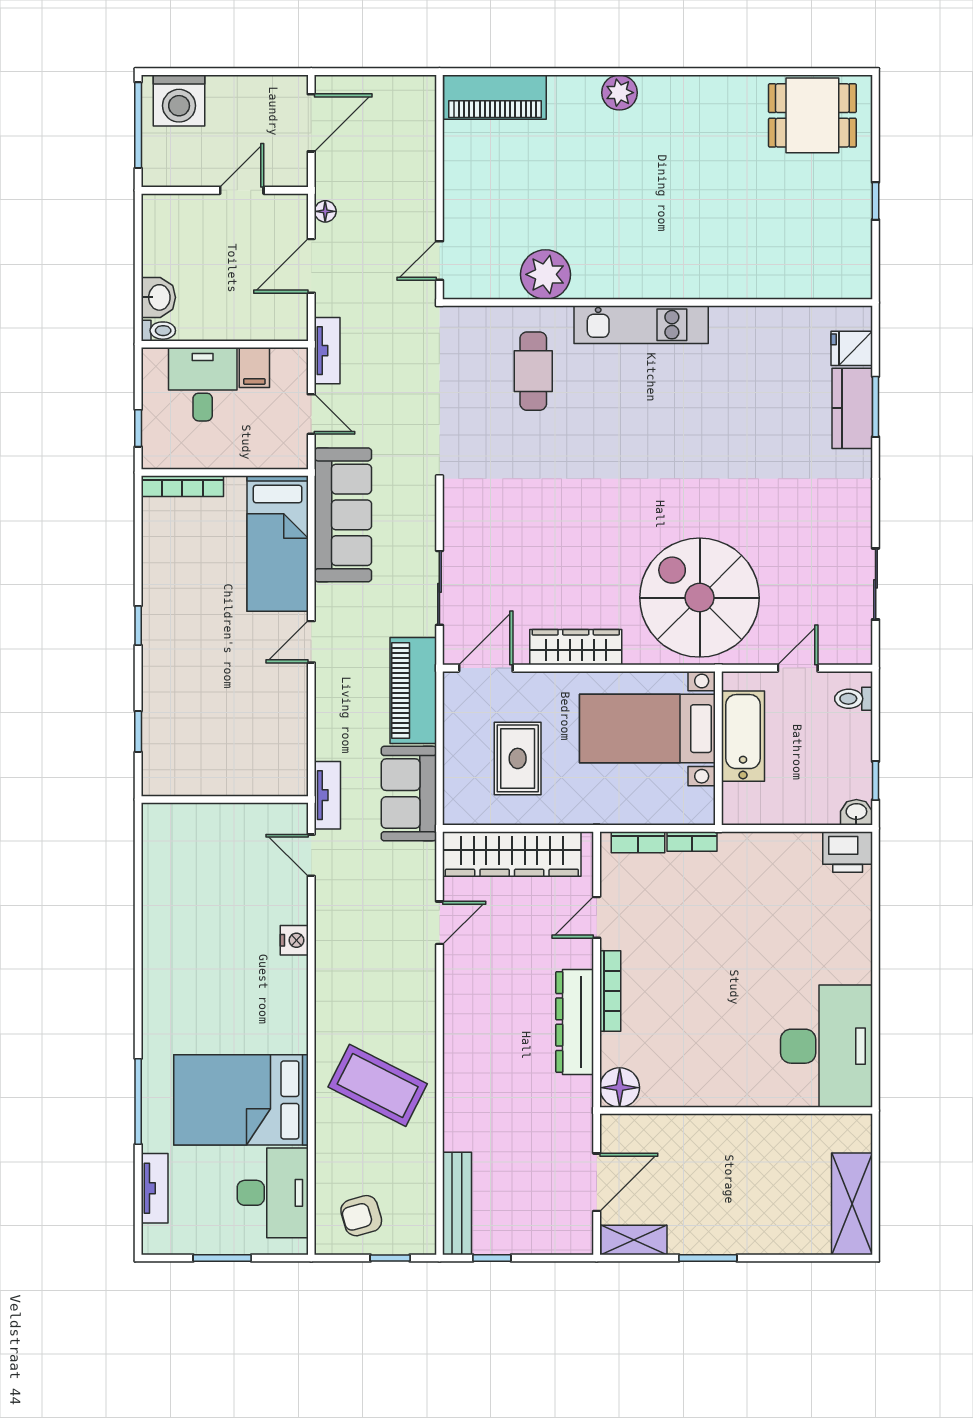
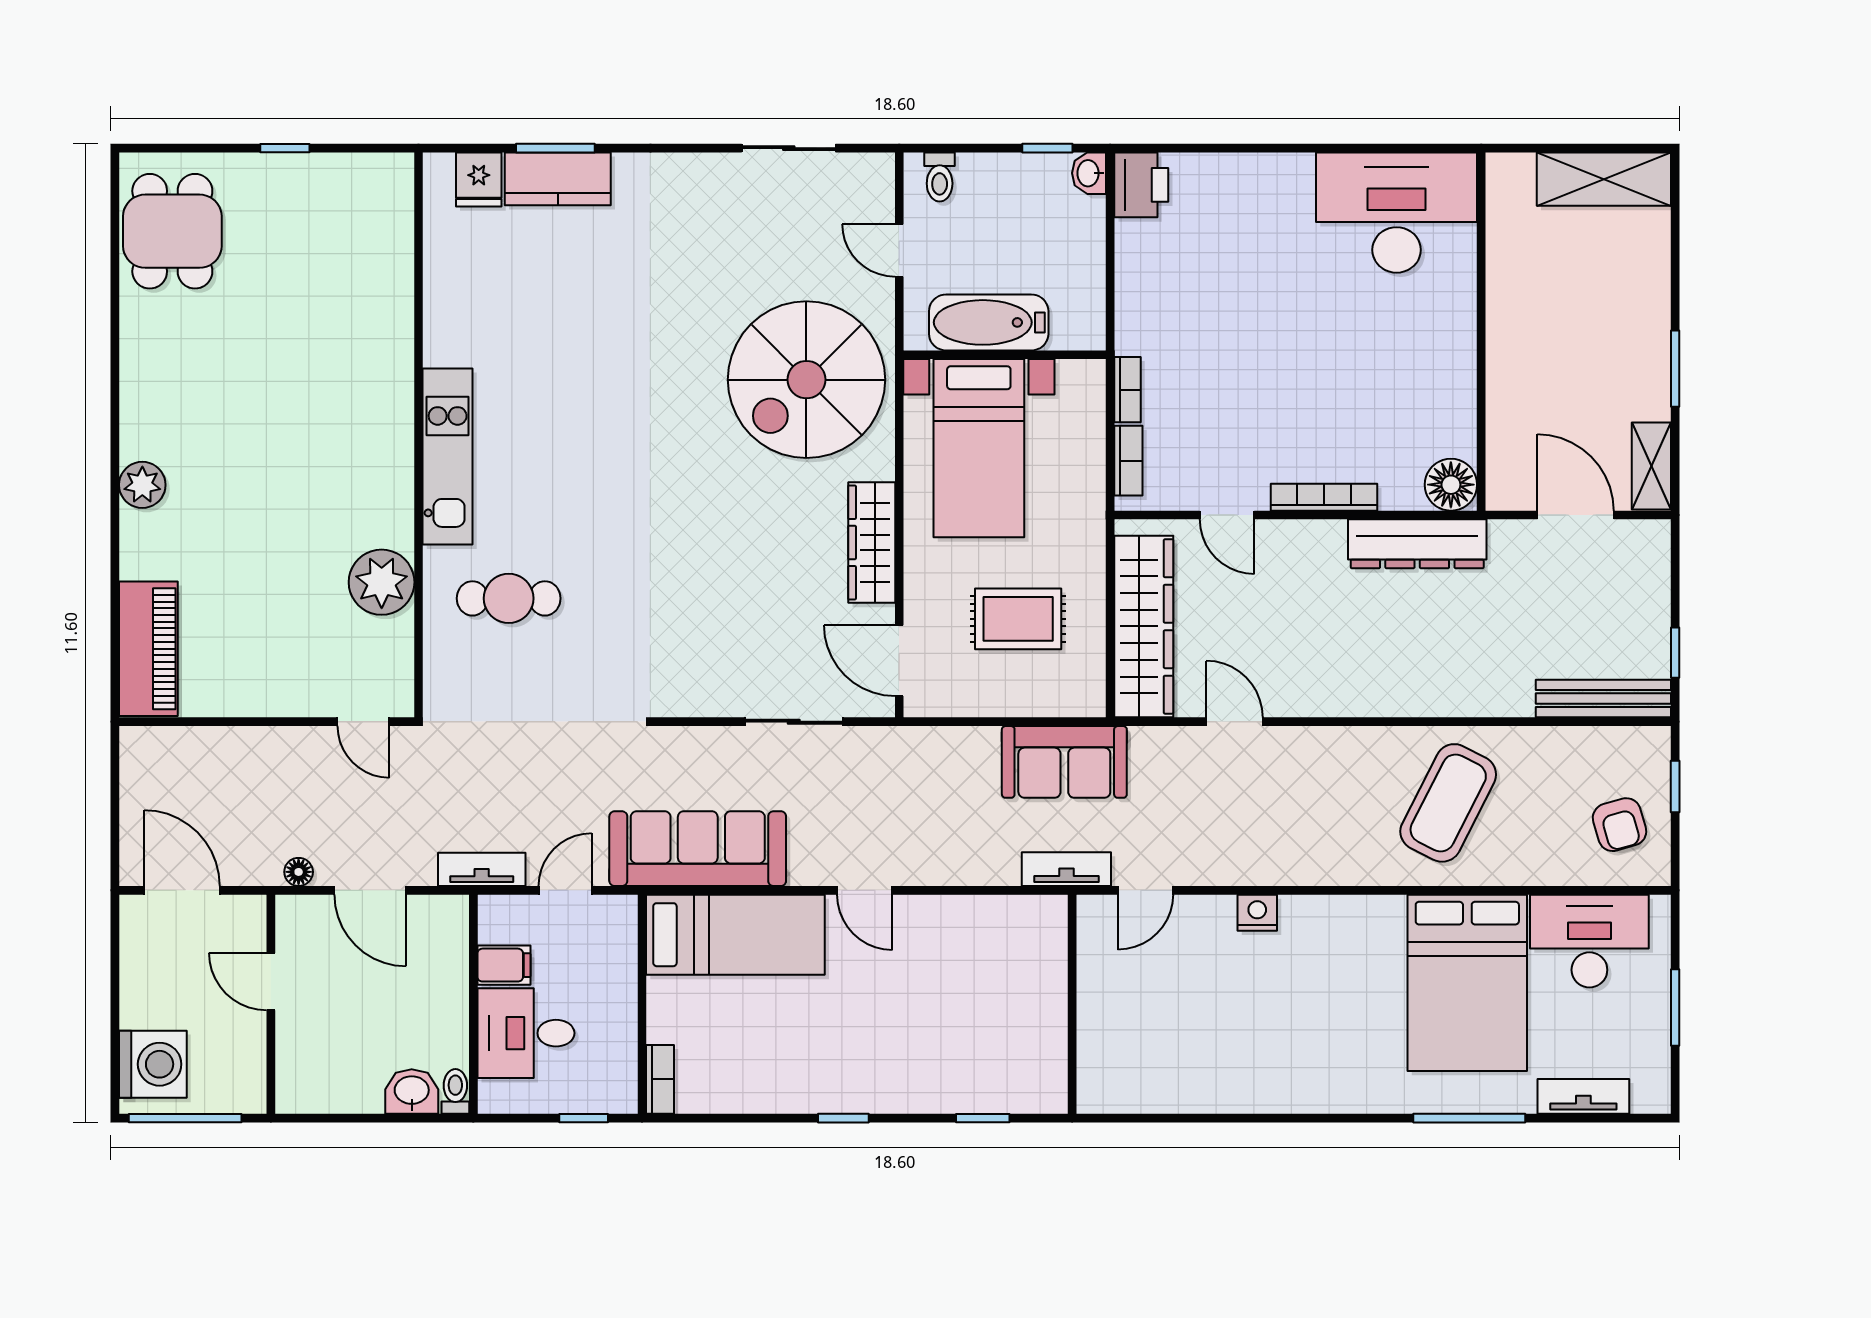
bookcase: (182, 486) -> (660, 1079), width x0.64
piano: (413, 690) -> (929, 756), removed
dresser: (575, 1022) -> (1417, 544), moved

